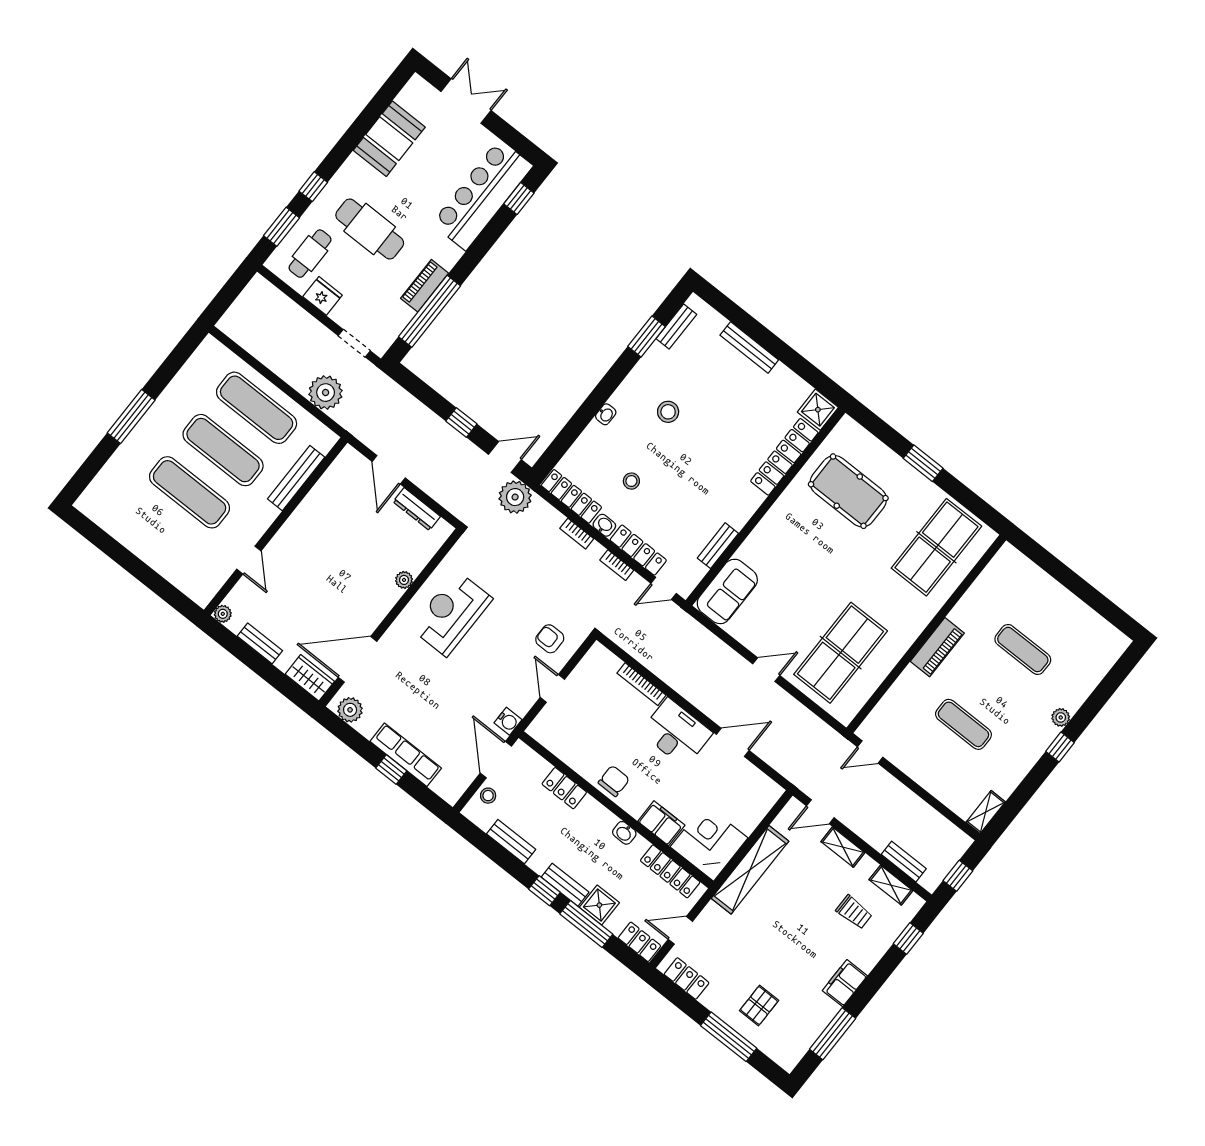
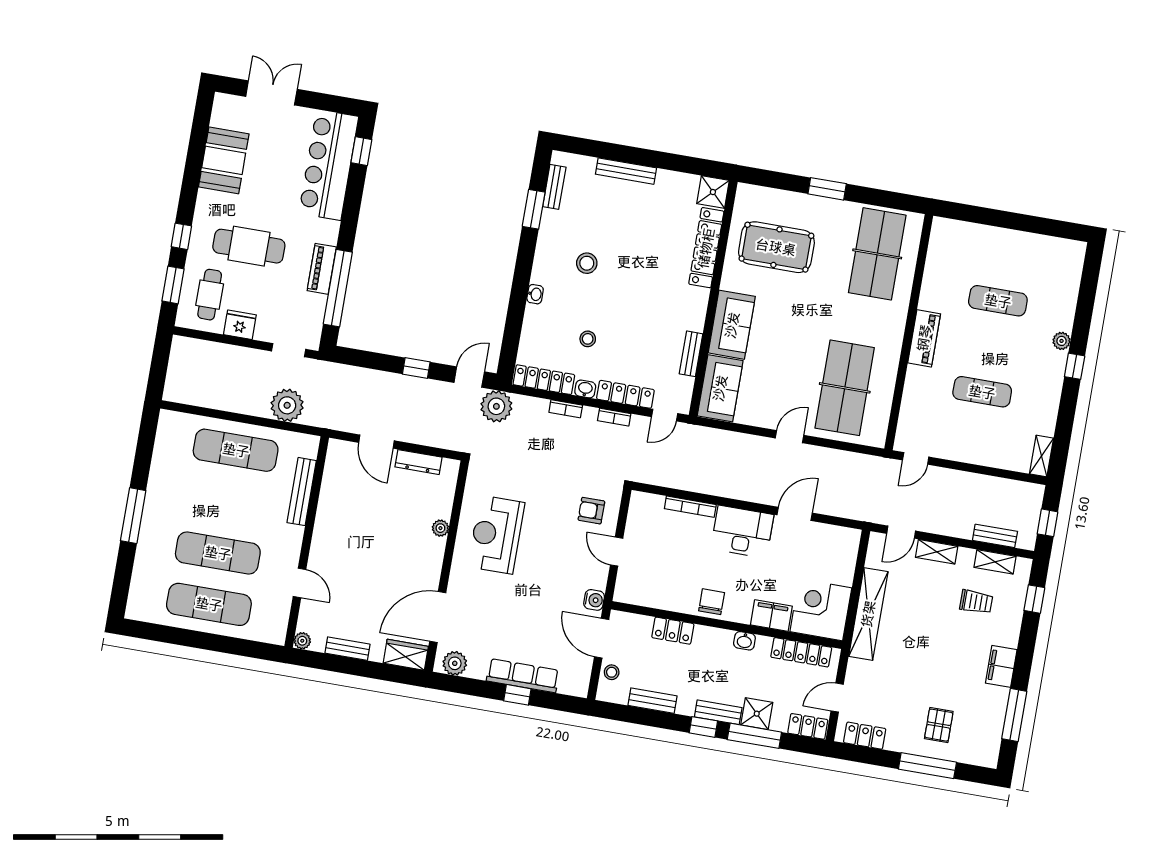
exercise mat: (223, 450) -> (209, 604), moved
sofa: (769, 539) -> (732, 325), added

